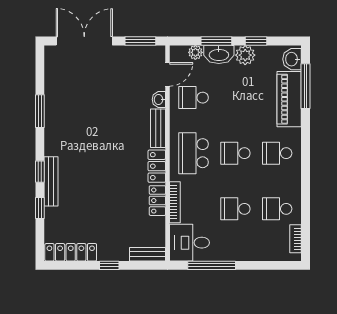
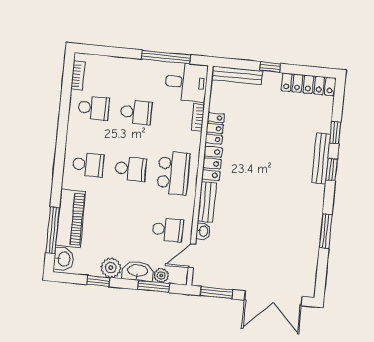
window: (216, 41) -> (154, 286), moved
bookcase: (175, 202) -> (198, 117), width x0.64
bench: (148, 254) -> (237, 75), width x1.36

